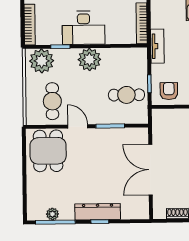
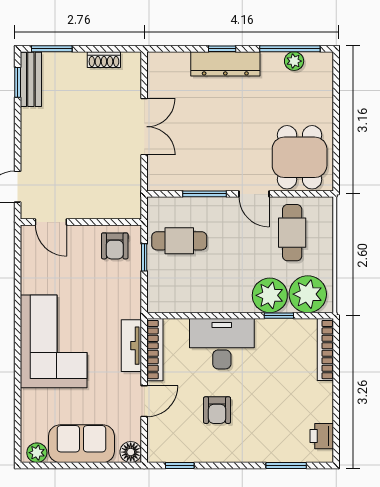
desk: (84, 28) -> (222, 344), moved
tv unit: (157, 46) -> (131, 346), moved
plant: (89, 60) -> (270, 295), moved
double door: (151, 170) -> (144, 127), width x0.73

